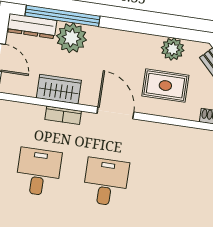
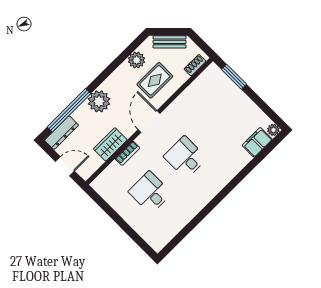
plant: (71, 38) -> (99, 101), moved
door: (115, 113) -> (149, 122), hinge flipped

